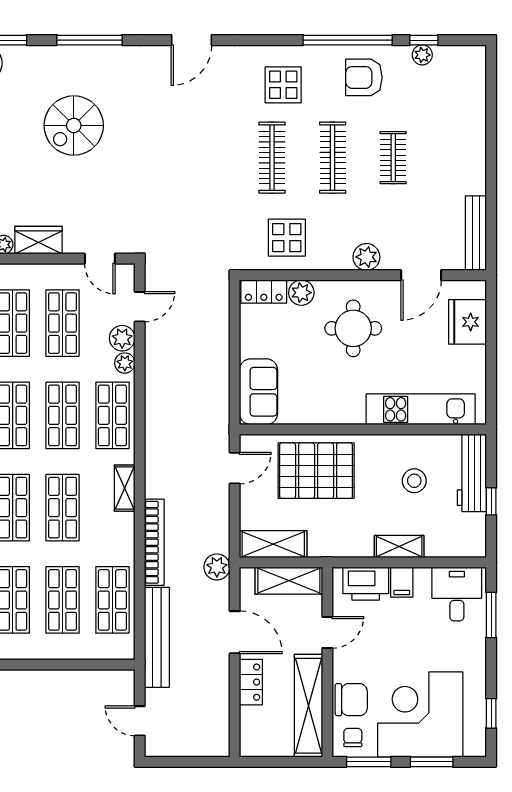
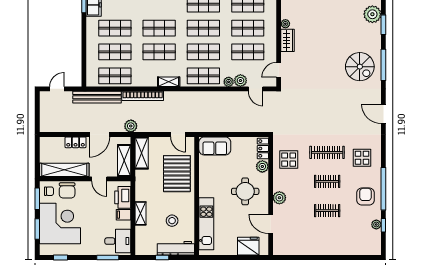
spiral stairs: (74, 125) -> (360, 67), moved, turned 180
clothes rail: (333, 158) -> (327, 181), width x0.73
bench: (476, 233) -> (291, 250), removed

